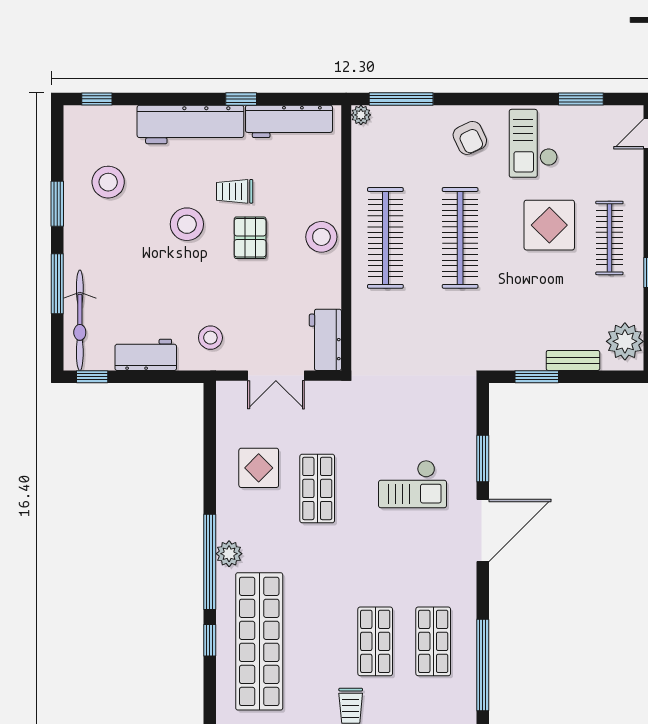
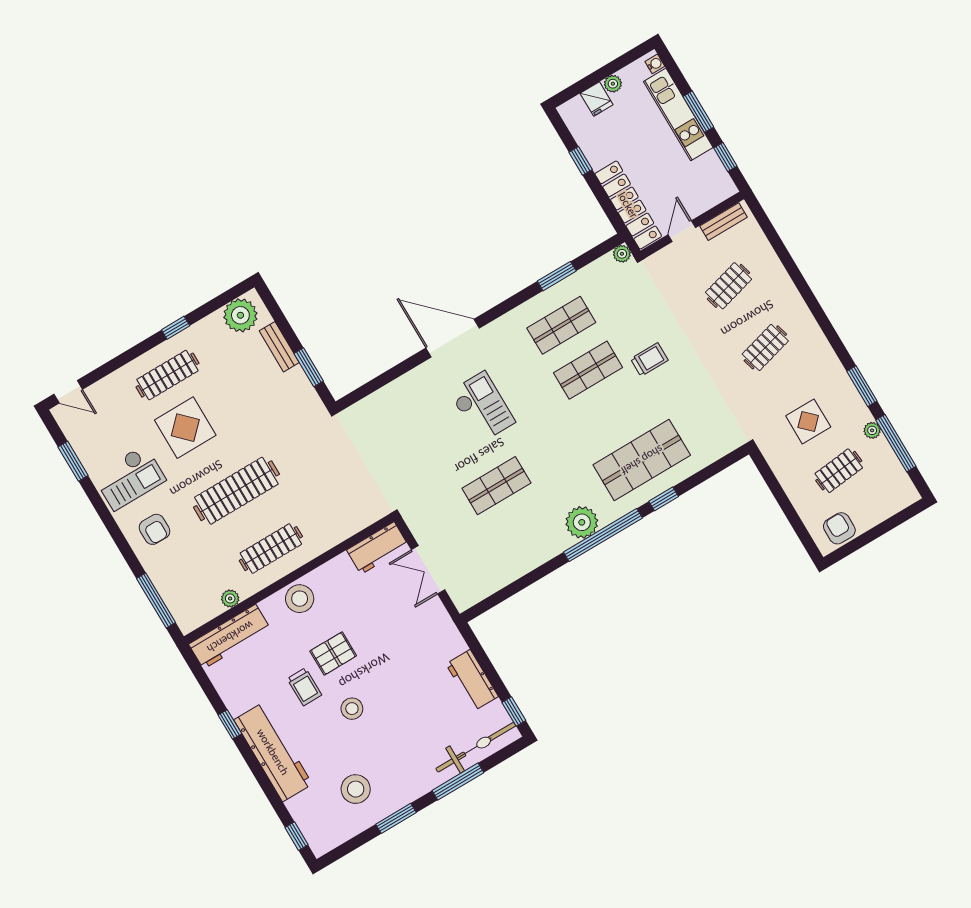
plant: (361, 115) -> (230, 598), moved
workbench: (289, 121) -> (230, 637), moved, turned 90
armchair: (470, 138) -> (155, 529), turned 115
stool: (187, 224) -> (352, 709), width x0.73, depth x0.73
clothes rail: (385, 238) -> (271, 549), width x0.73, depth x0.76
stool: (210, 338) -> (429, 638), removed
double door: (276, 376) -> (428, 570), swing flipped
window: (483, 458) -> (397, 371), removed
display table: (259, 468) -> (507, 541), removed
checkout: (413, 484) -> (482, 407), moved
plant: (229, 554) -> (582, 522), width x1.36, depth x1.36
shop shelf: (259, 641) -> (642, 460), width x0.71
window: (483, 665) -> (557, 276), width x0.47

